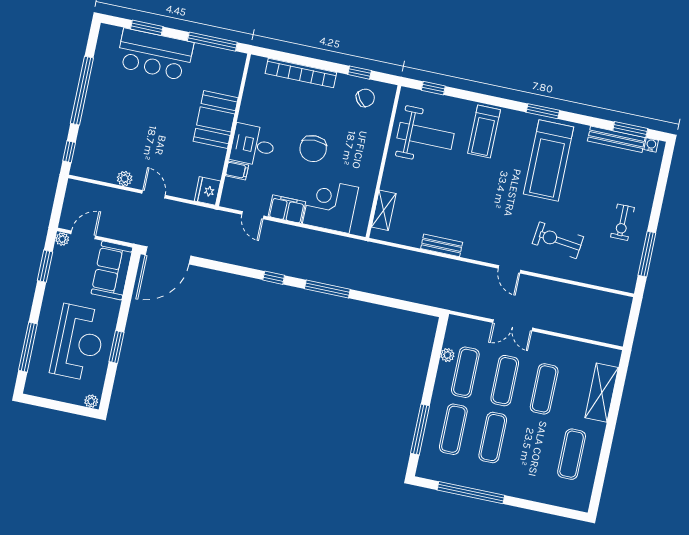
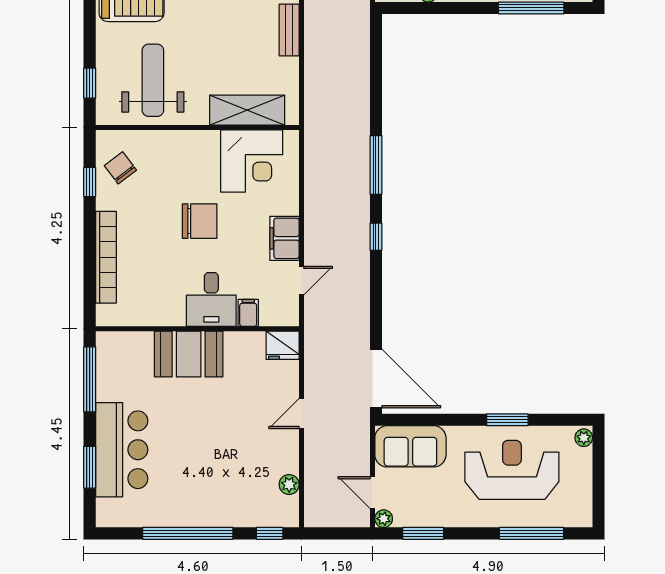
plant: (125, 179) -> (289, 485), moved
corner desk: (331, 205) -> (252, 161), moved, turned -90
shelving: (384, 210) -> (247, 110), width x1.50, depth x1.33

